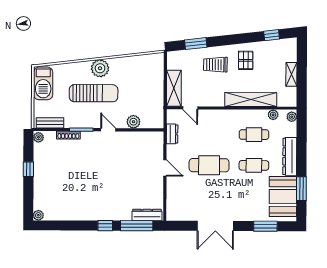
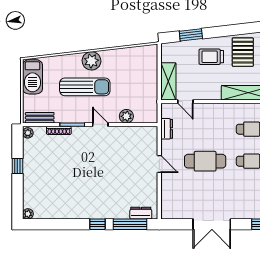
pallet: (246, 60) -> (243, 52), width x1.50, depth x1.42
dresser: (147, 215) -> (141, 213), width x0.70

